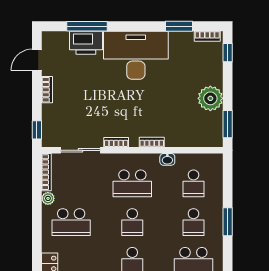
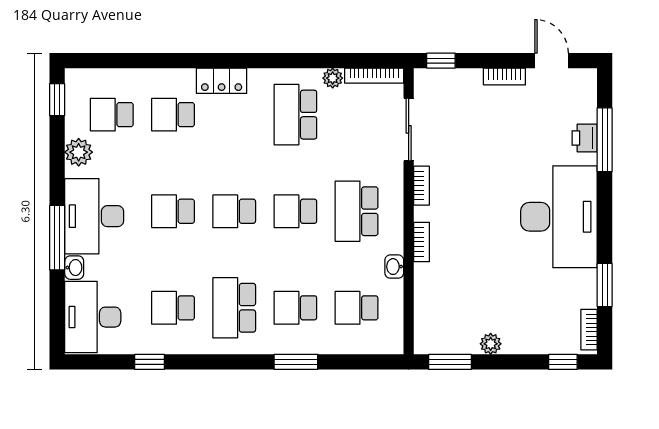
printer: (86, 43) -> (585, 138), width x0.53, depth x0.68
plant: (210, 98) -> (491, 344), width x0.53, depth x0.53

